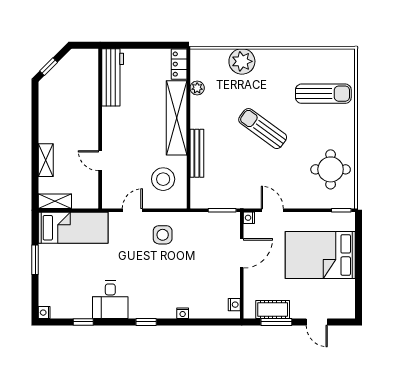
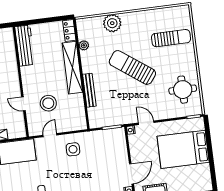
sun lounger: (263, 129) -> (132, 67), width x1.36, depth x1.34
stool: (163, 179) -> (48, 103), moved
door: (242, 253) -> (131, 174), moved

